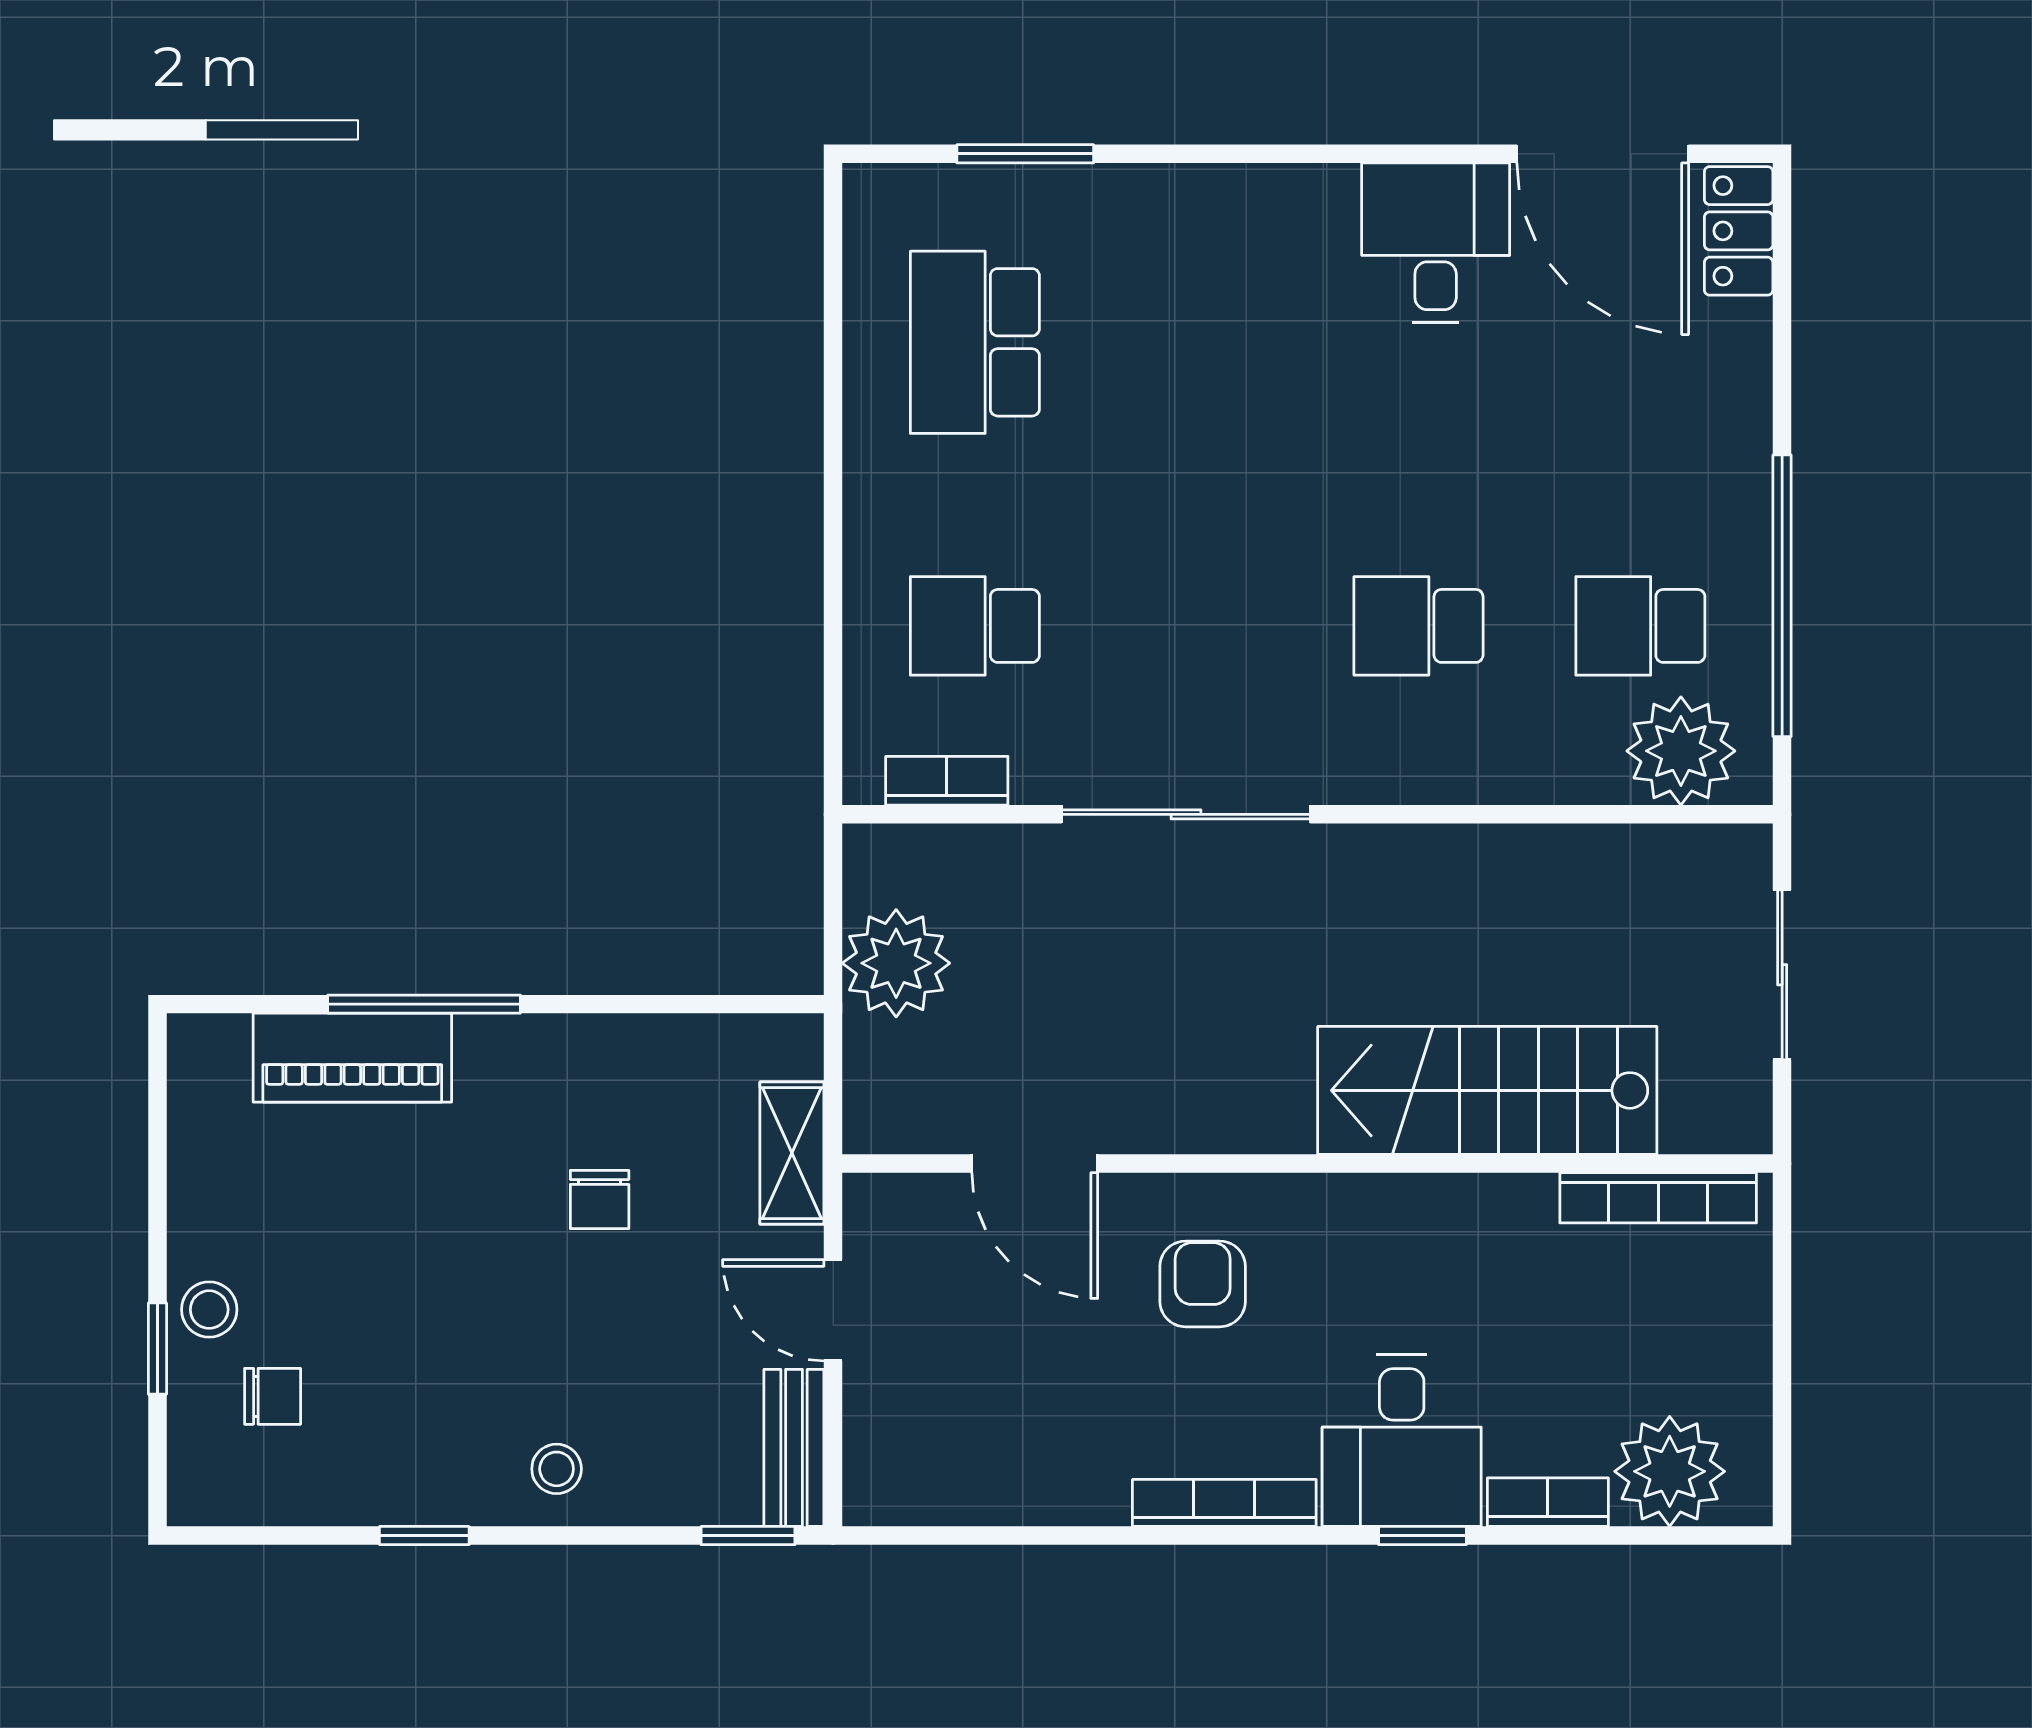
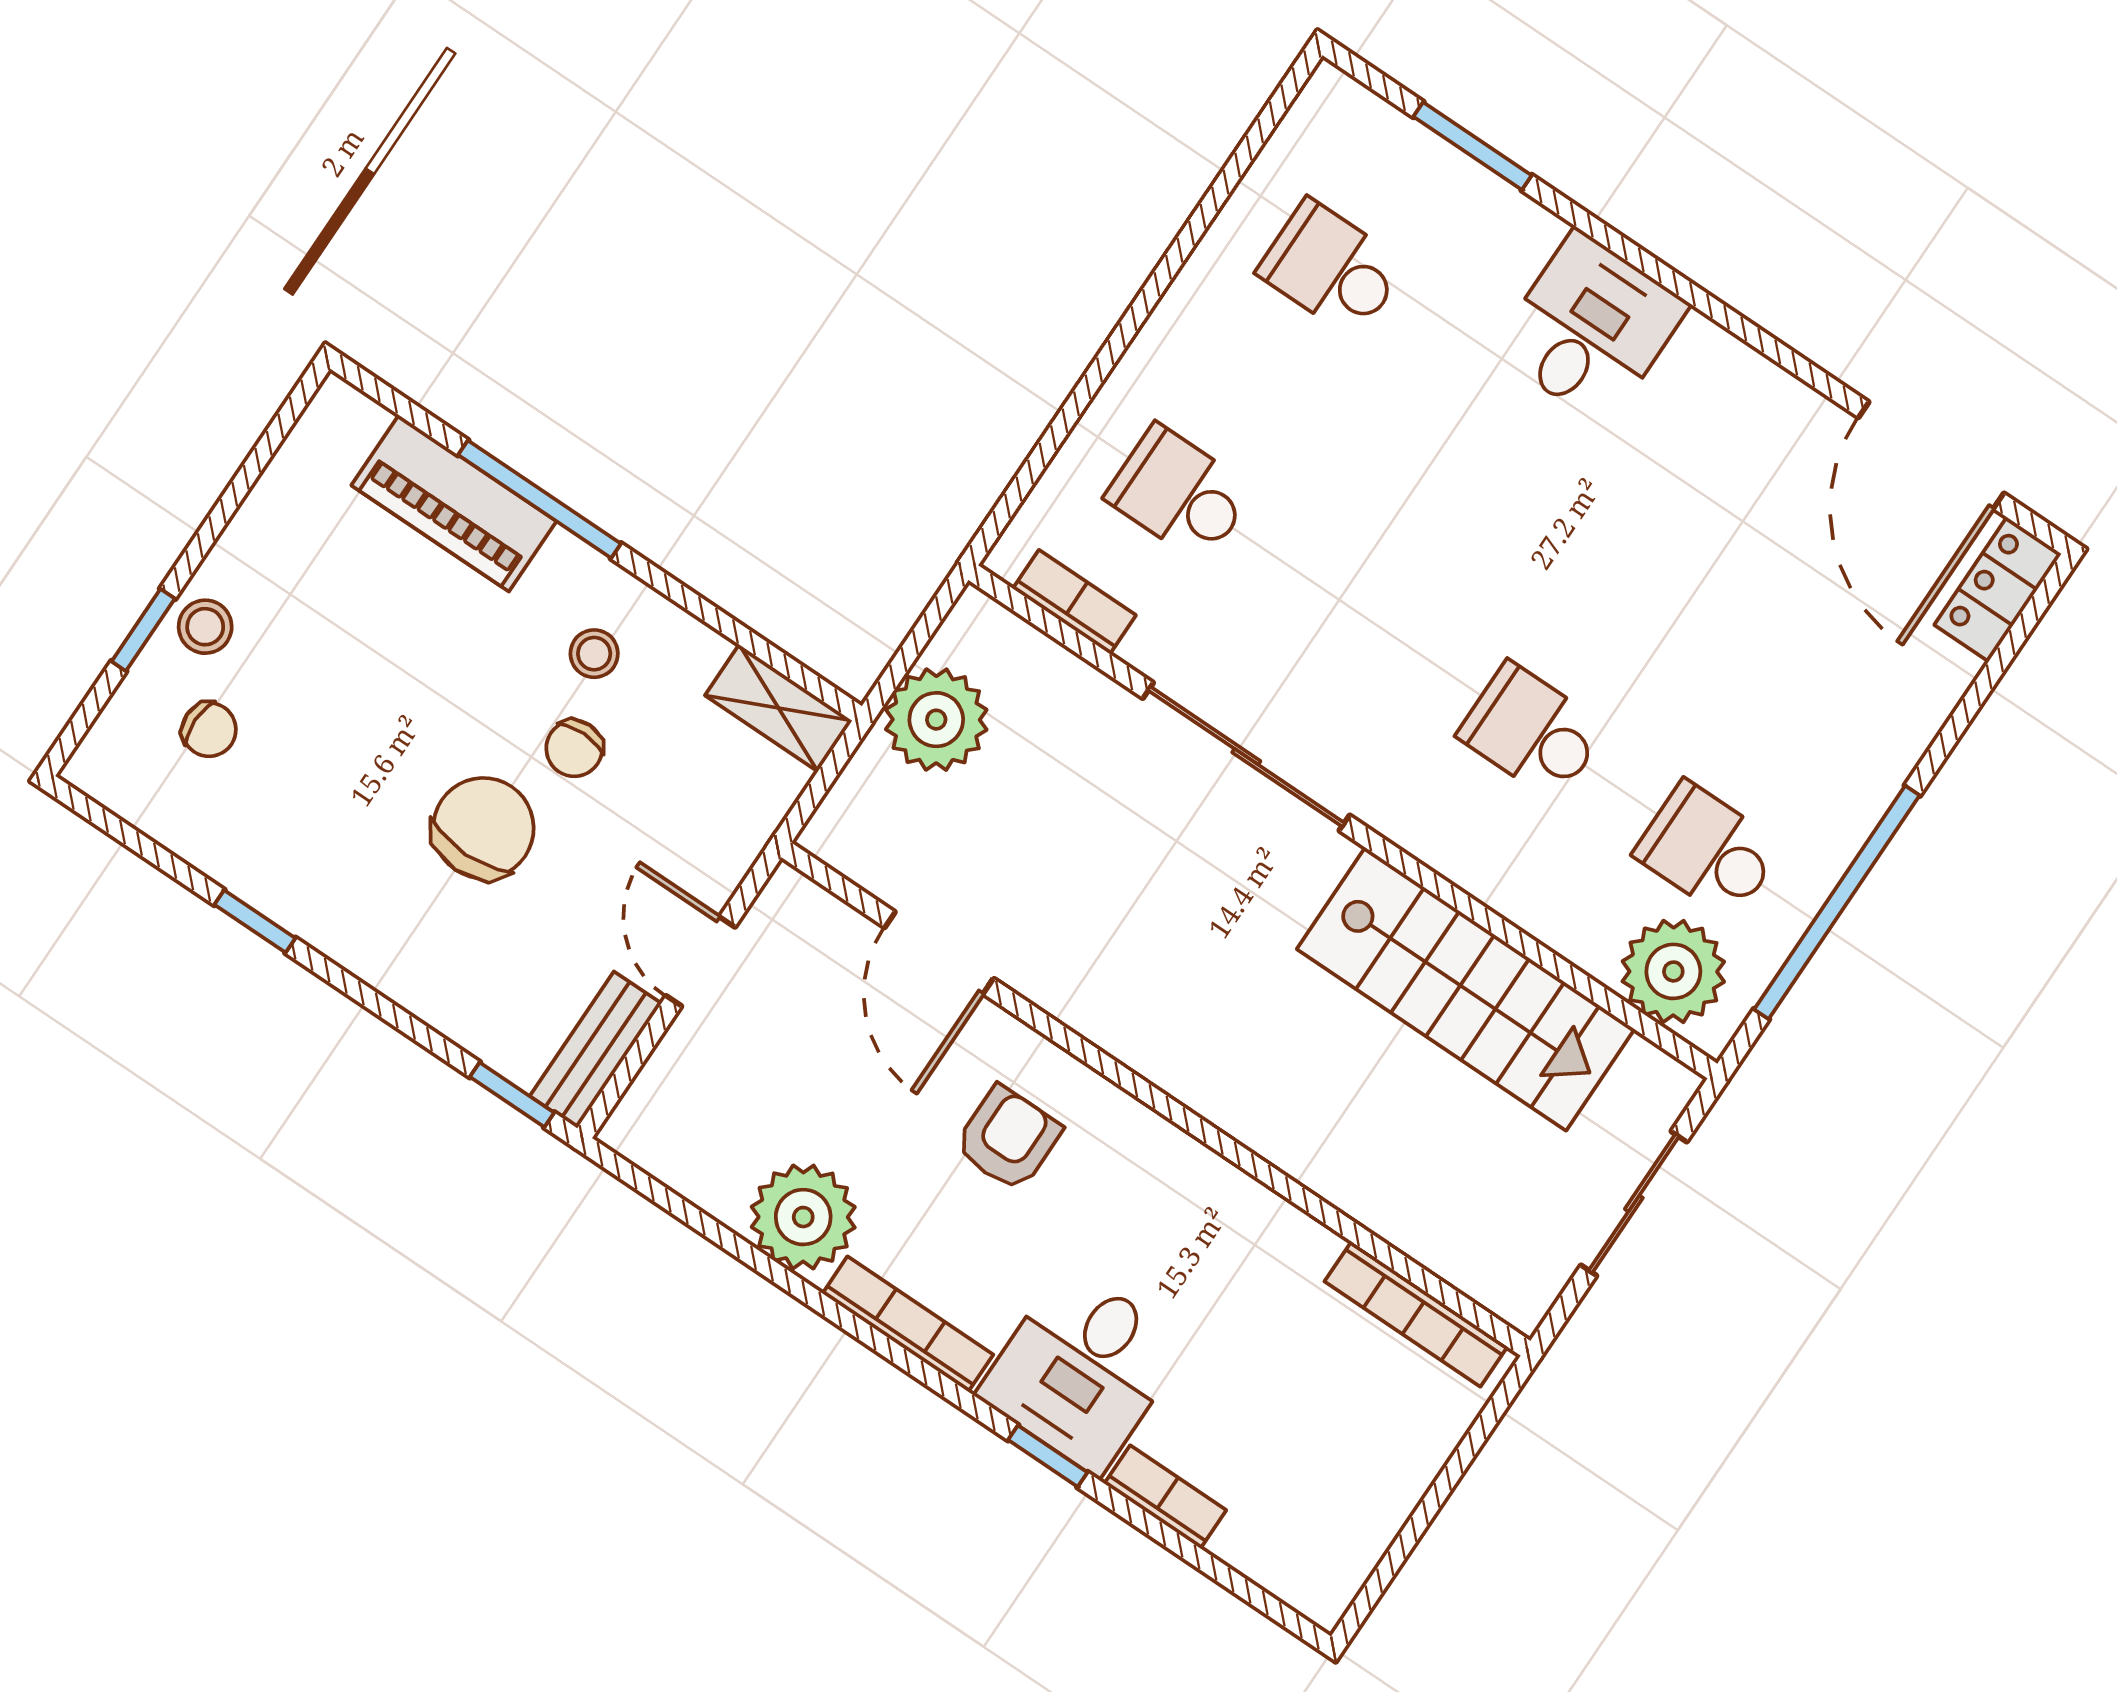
desk: (1436, 243) -> (1591, 328), moved
school desk: (975, 342) -> (1332, 269), width x0.54
stairs: (1487, 1090) -> (1466, 989), moved, turned 180
shelving: (792, 1153) -> (779, 708), moved, turned 90
chair: (568, 1322) -> (483, 828), added
stool: (557, 1469) -> (594, 654), moved
plant: (1670, 1471) -> (803, 1217), moved

